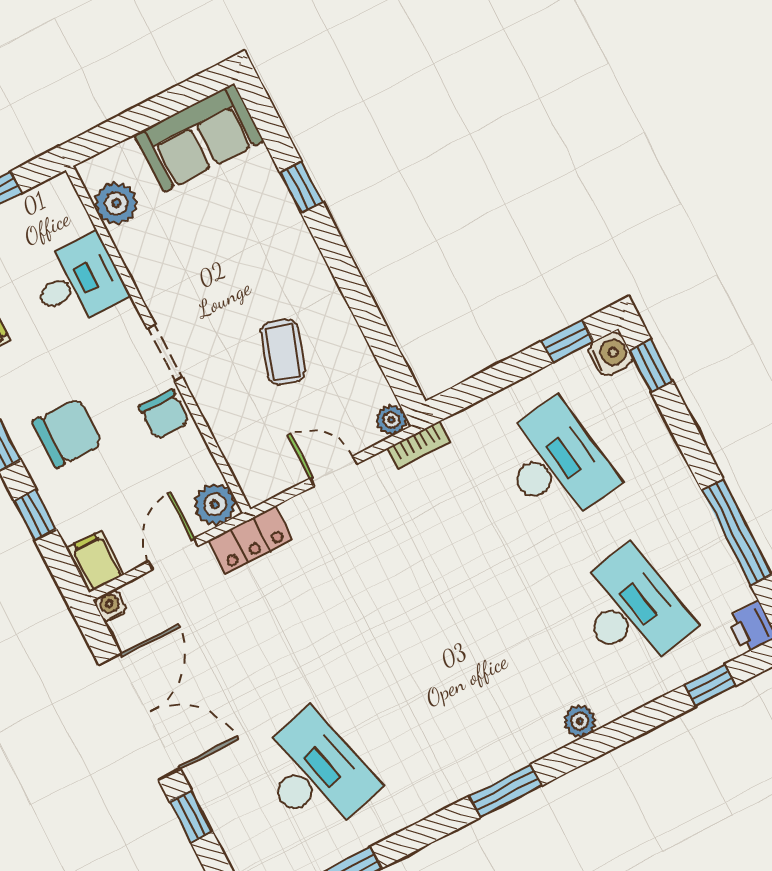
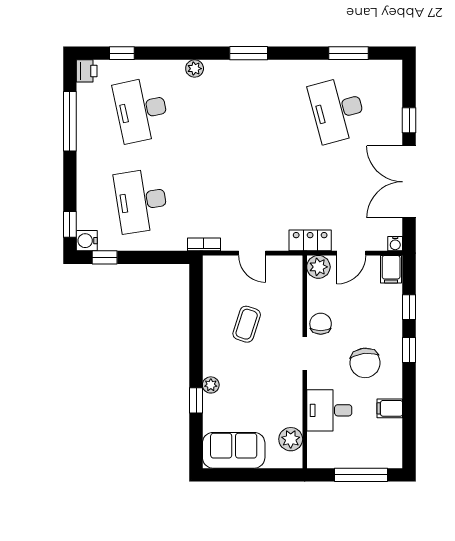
plant: (391, 420) -> (211, 385), moved
chair: (67, 433) -> (365, 363), moved, turned -96

